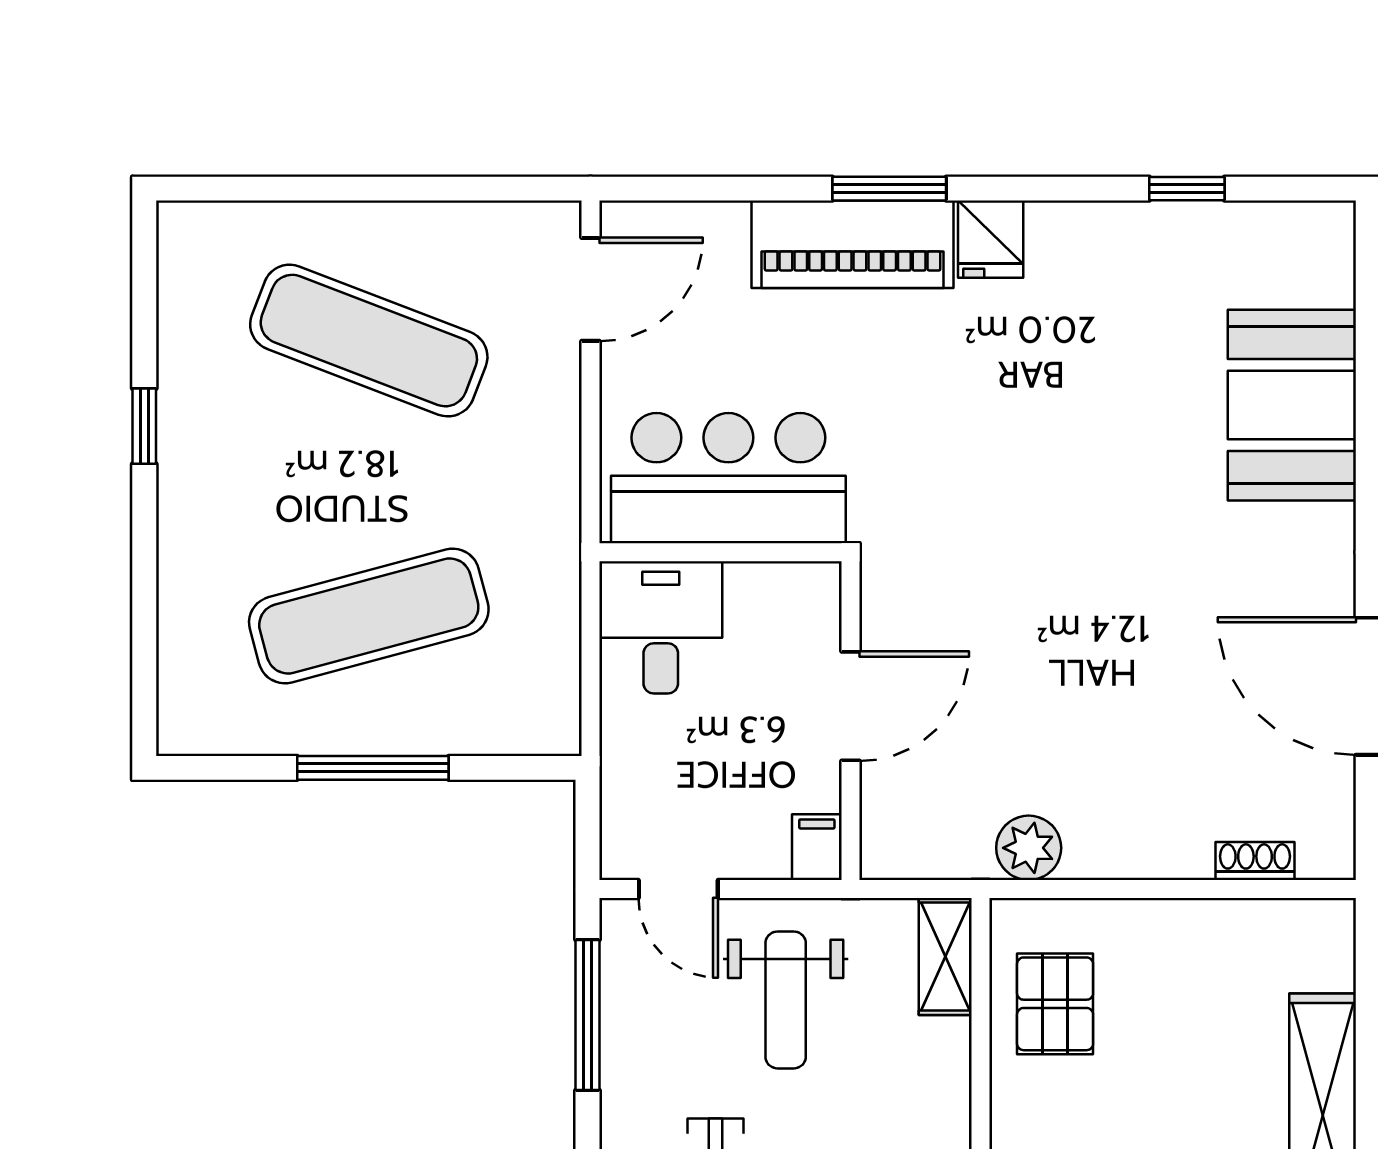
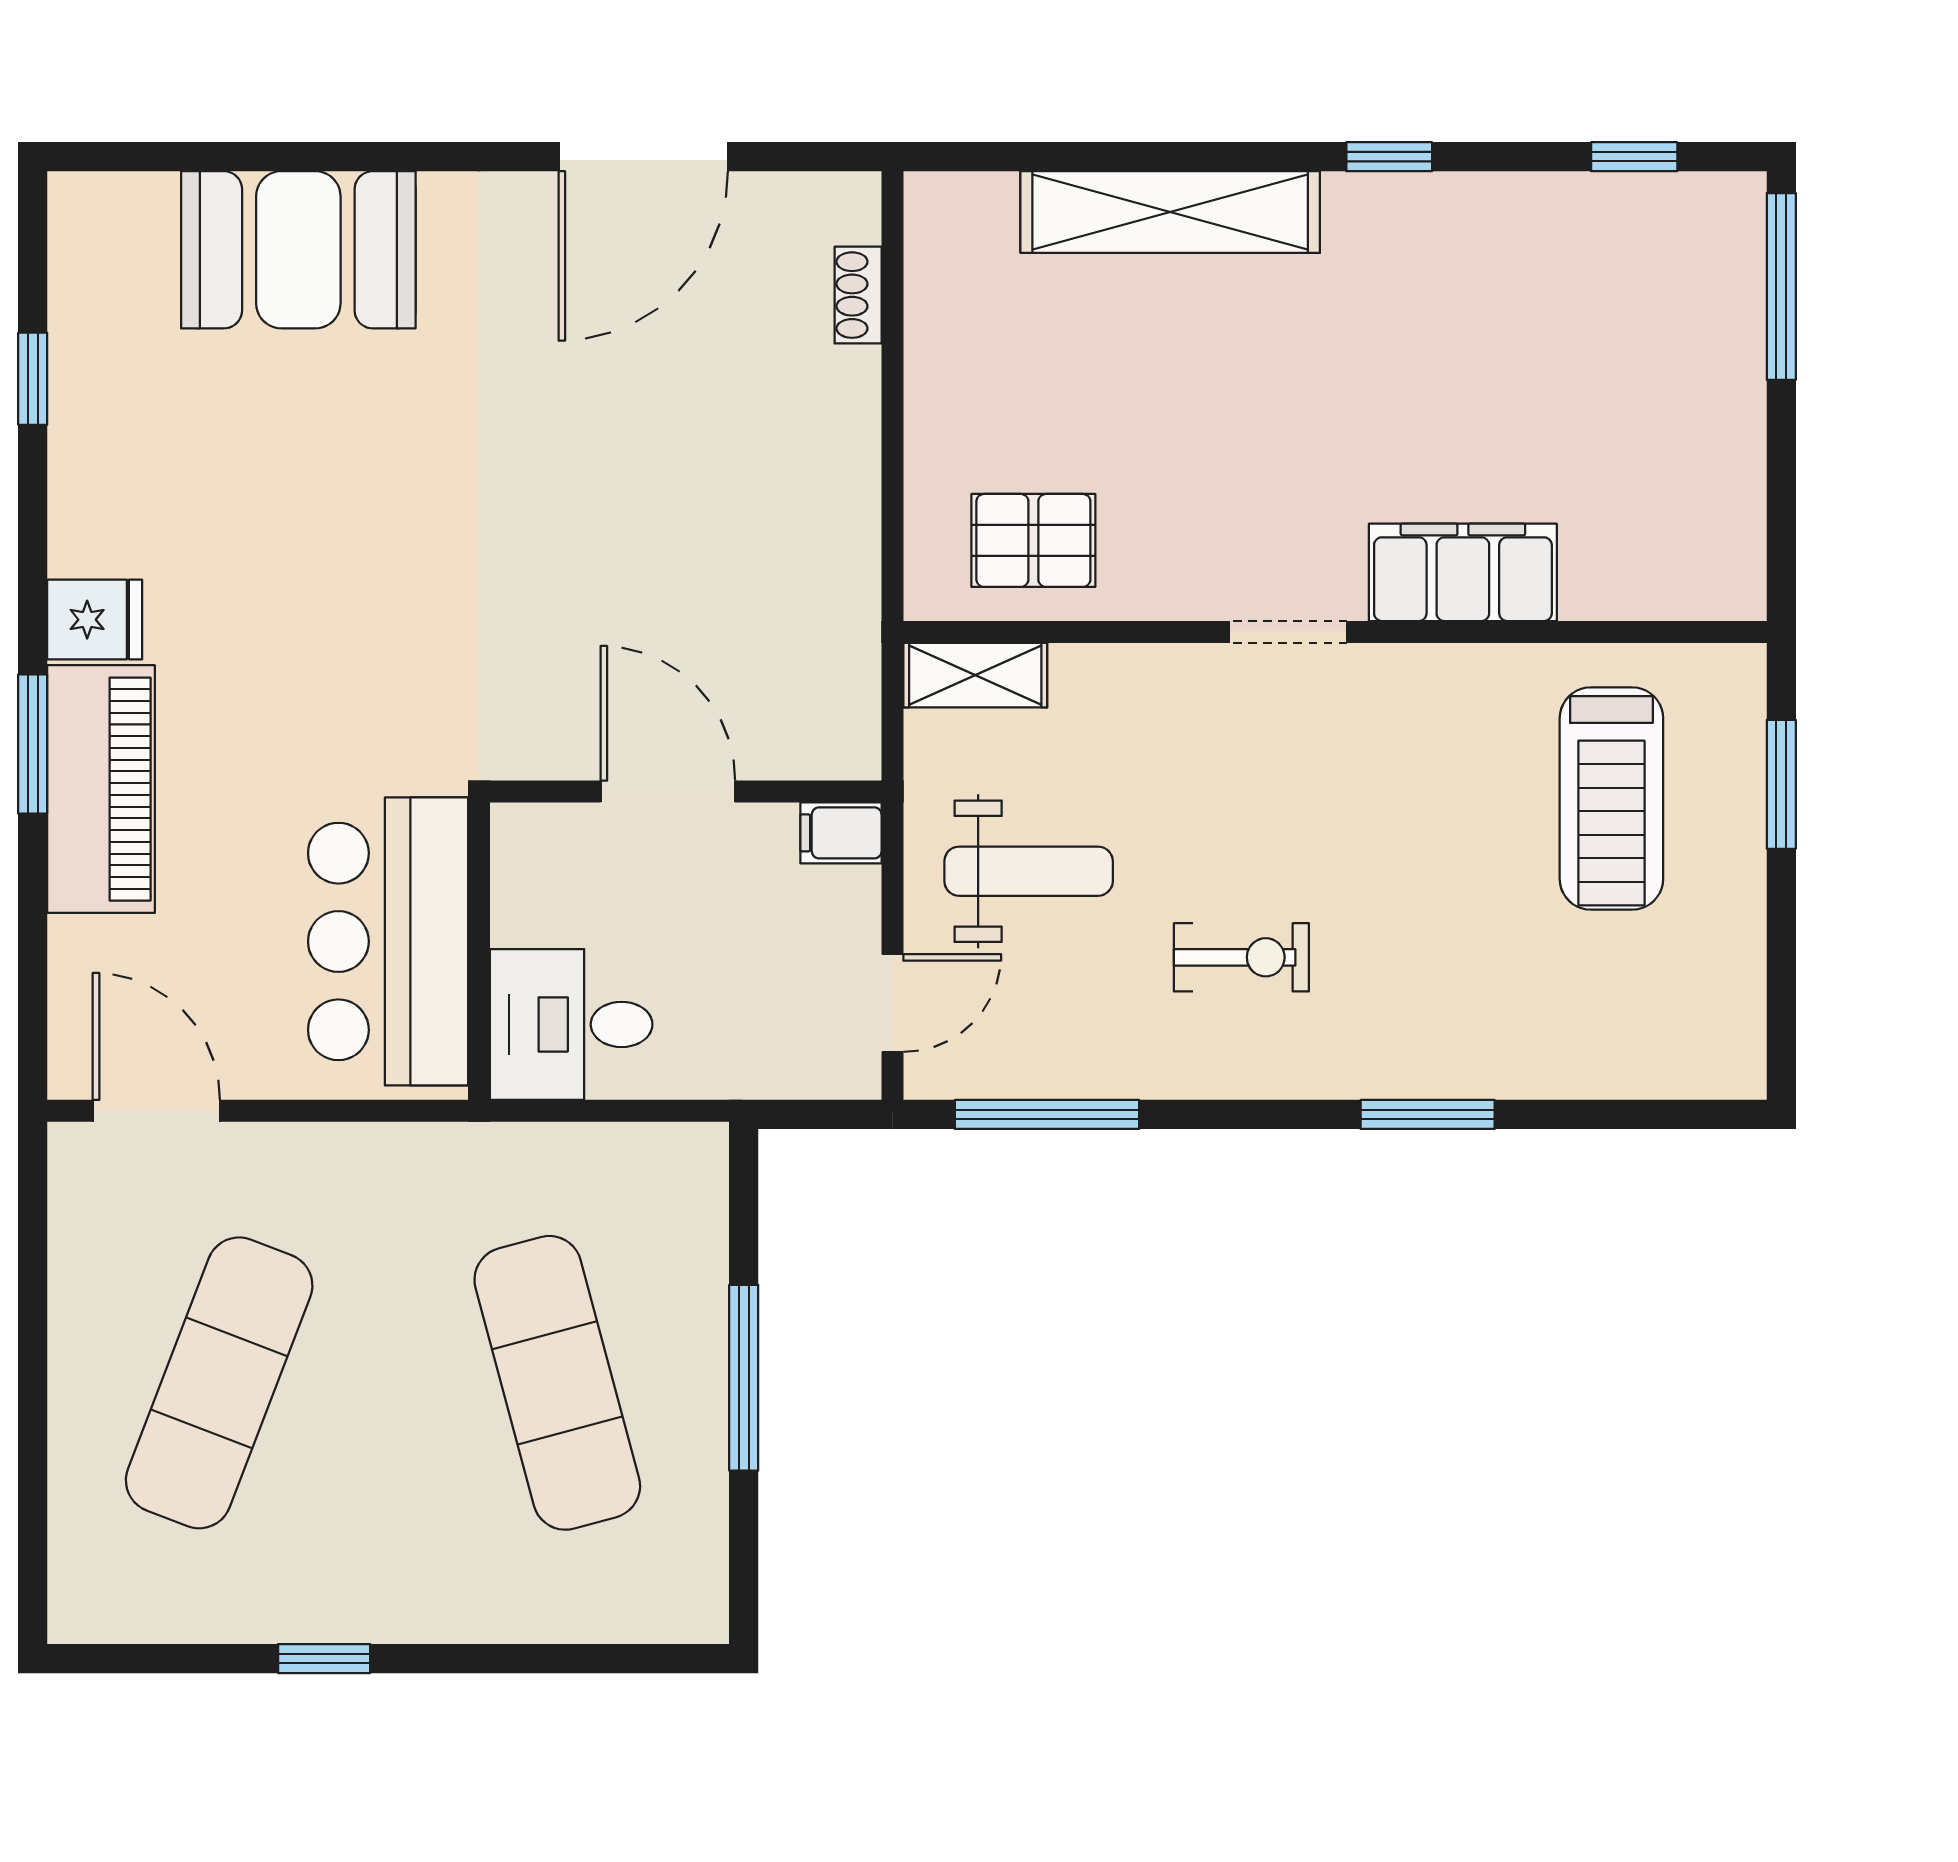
plant: (1029, 848) -> (842, 573), removed

